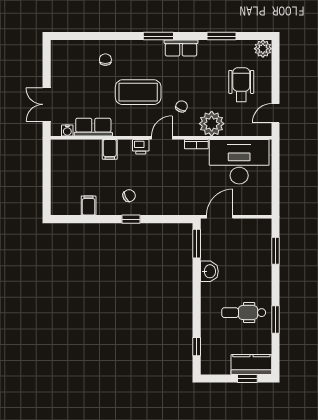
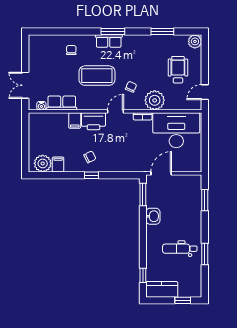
row of seats: (181, 48) -> (109, 41), moved
printer: (141, 147) -> (93, 121), width x1.87, depth x1.48
plant: (69, 204) -> (43, 163), added
kitchen counter: (251, 364) -> (162, 289), moved

